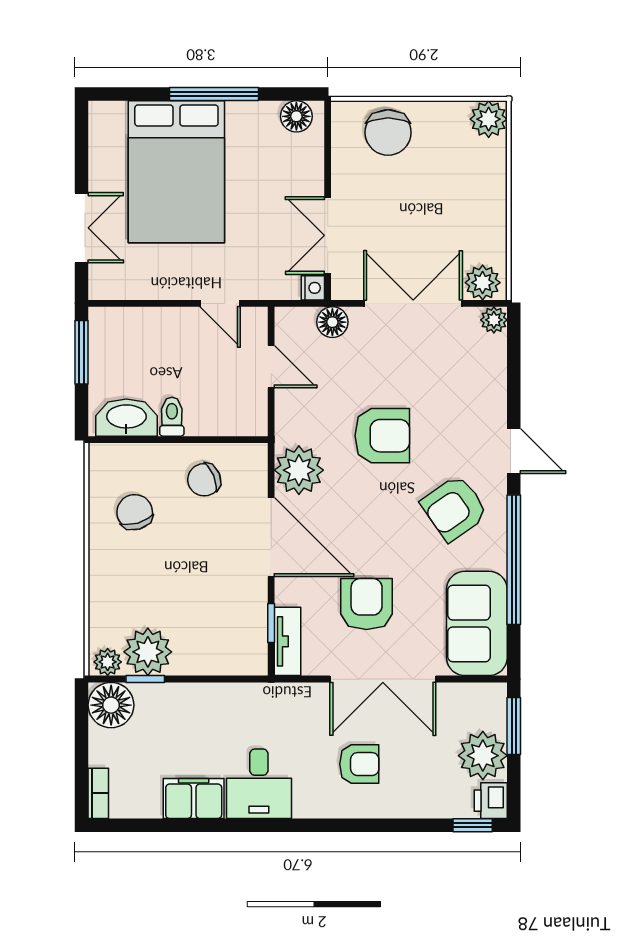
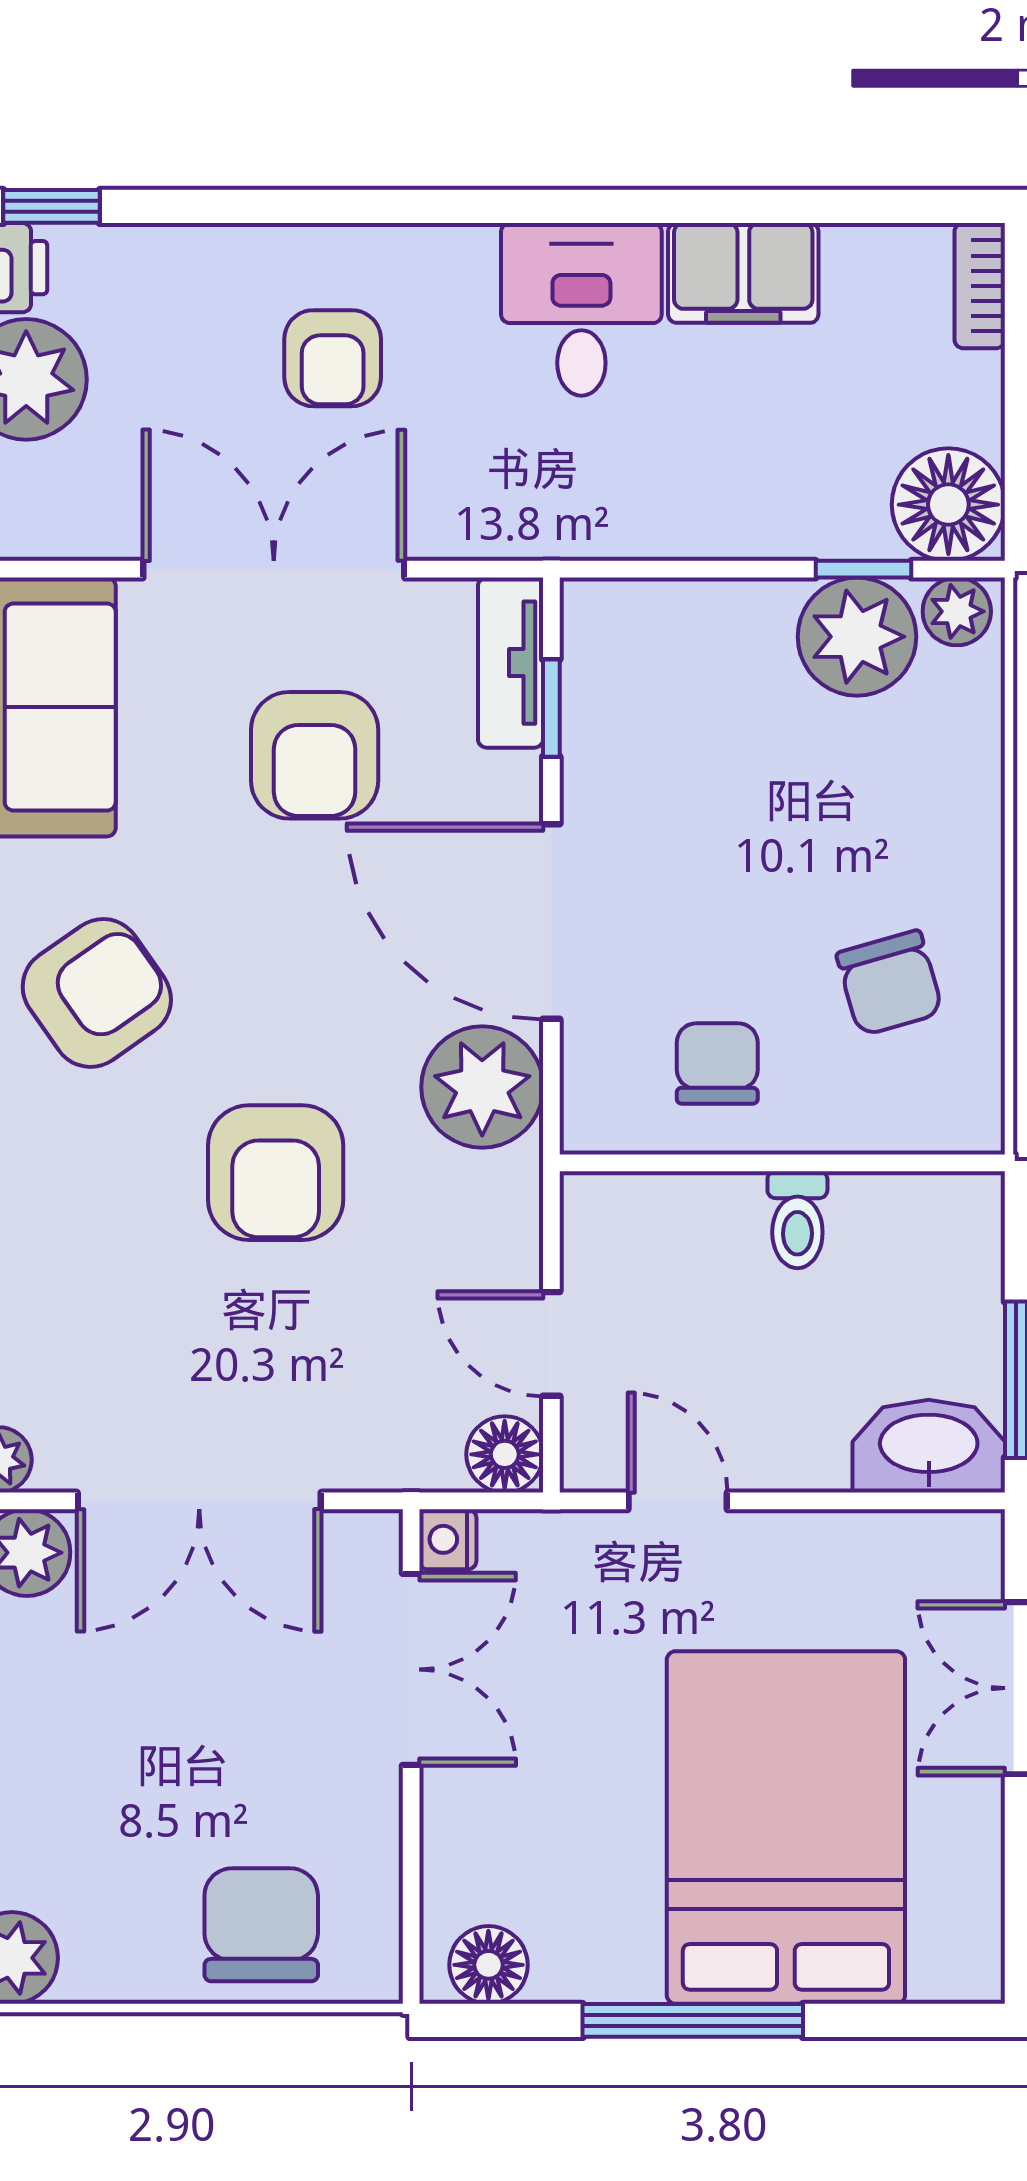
floor lamp: (332, 322) -> (505, 1454), moved
washbasin: (126, 418) -> (929, 1446), moved, turned 180
armchair: (382, 436) -> (276, 1173), turned -90
chair: (204, 480) -> (717, 1063), turned -67
armchair: (359, 764) -> (333, 358), turned -90

